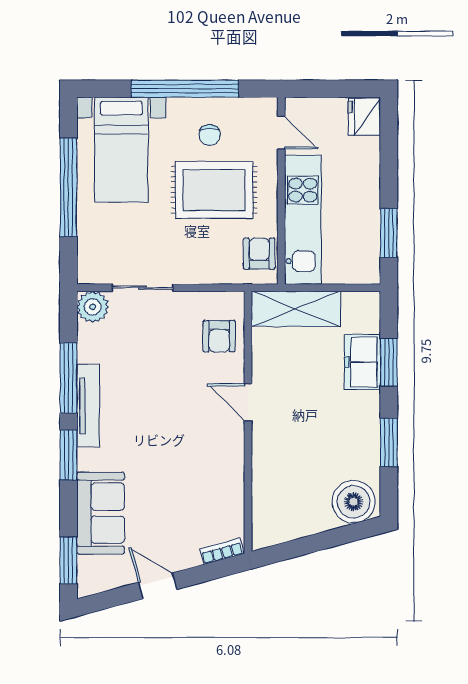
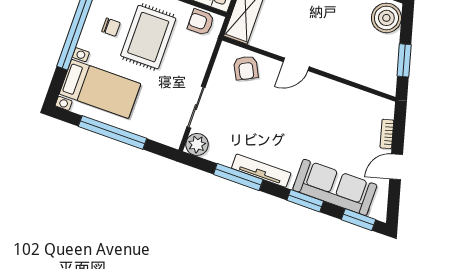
armchair: (219, 336) -> (246, 68), turned 63
window: (68, 455) -> (305, 201), moved
sofa: (101, 513) -> (335, 187), width x1.36
window: (305, 546) -> (404, 60), added
bookcase: (222, 551) -> (387, 134), moved

